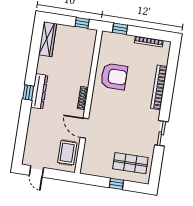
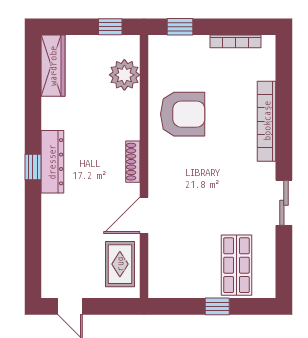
plant: (86, 50) -> (124, 75), added
door: (84, 128) -> (144, 215), hinge flipped
shop shelf: (130, 163) -> (237, 265), turned 90

